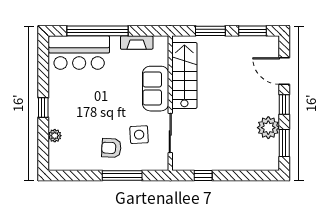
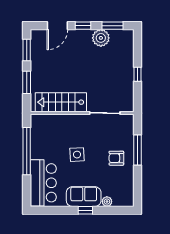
window: (98, 31) -> (27, 151), moved
fireplace: (137, 43) -> (36, 139), removed
sofa: (156, 89) -> (84, 197), moved, turned 180
side table: (139, 135) -> (77, 155), moved
armchair: (111, 148) -> (116, 158), turned 87
window: (203, 175) -> (137, 74), moved

